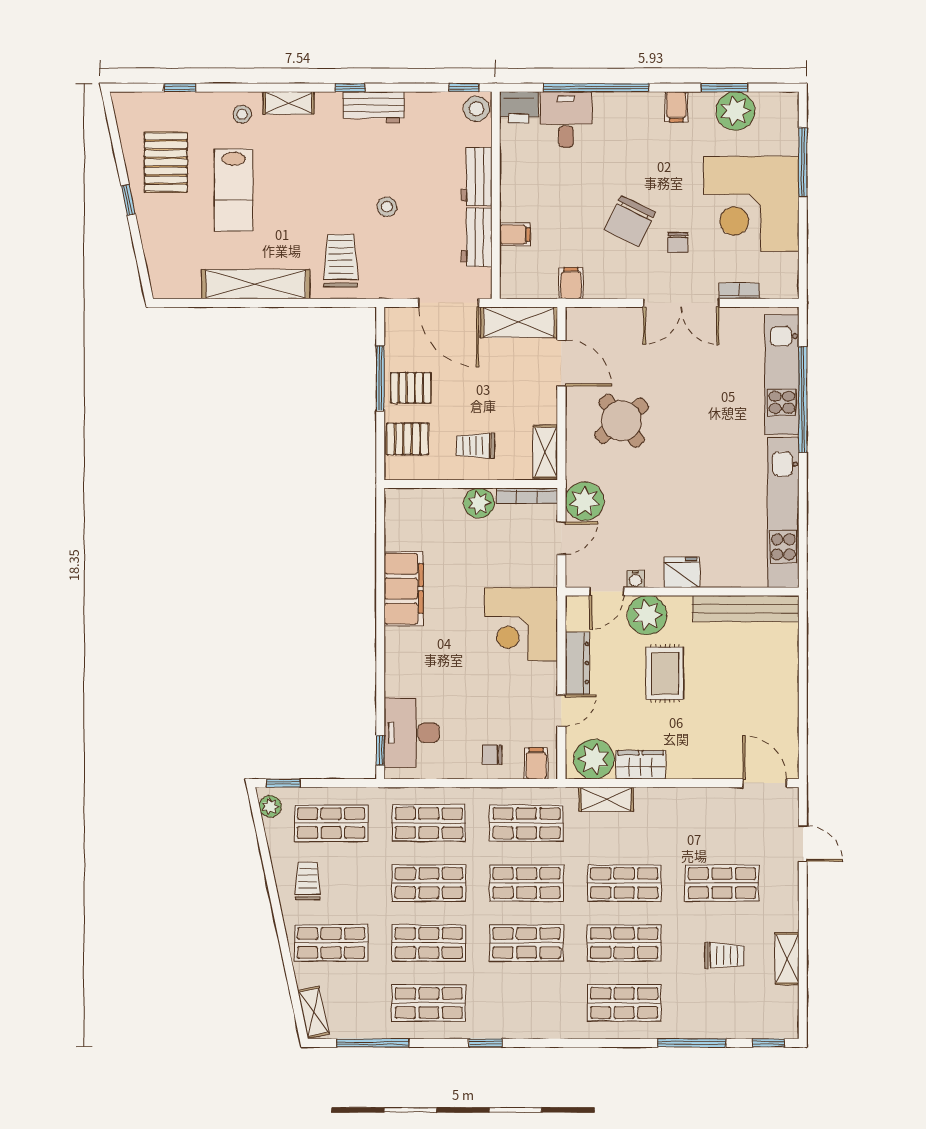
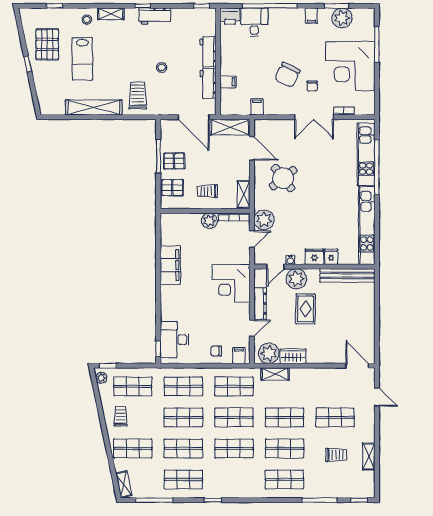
stool: (476, 109) -> (208, 17), removed
fridge: (714, 572) -> (331, 257), added

